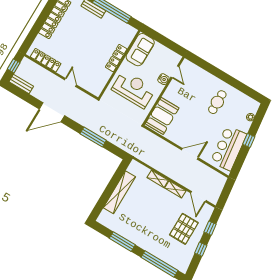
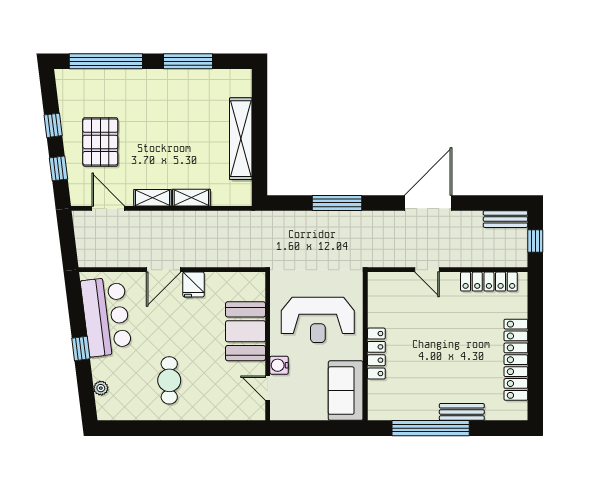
booth: (162, 116) -> (245, 331), moved
fridge: (180, 139) -> (194, 284), added

